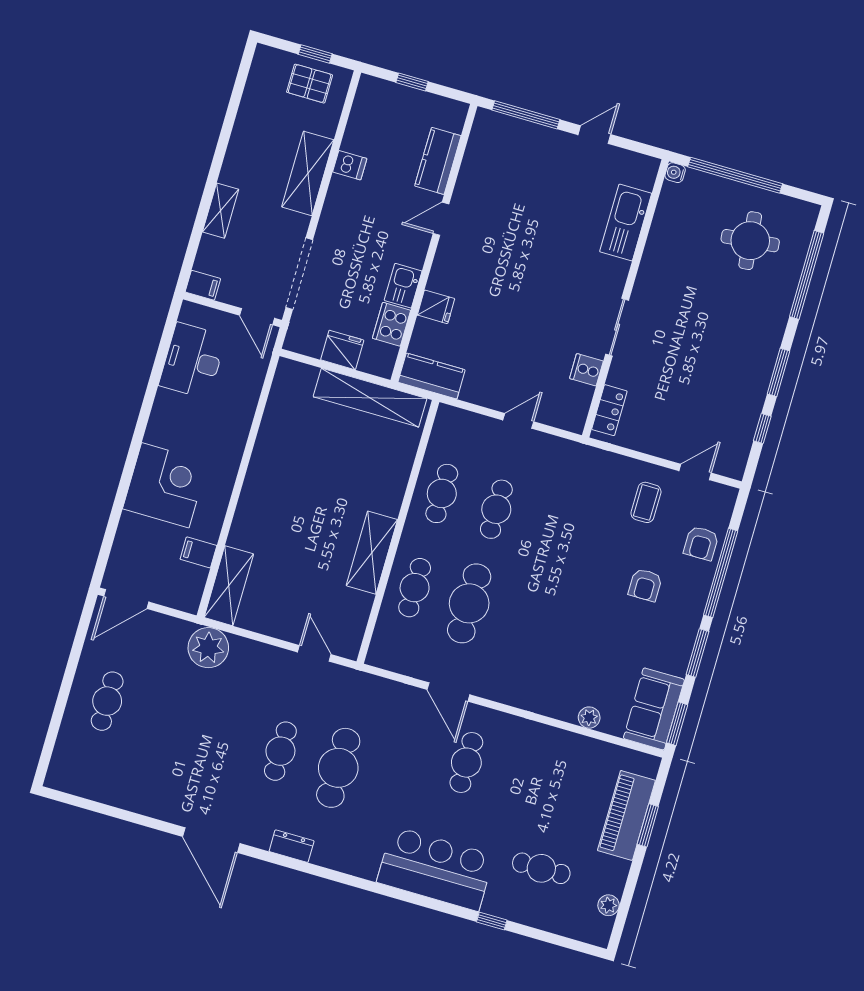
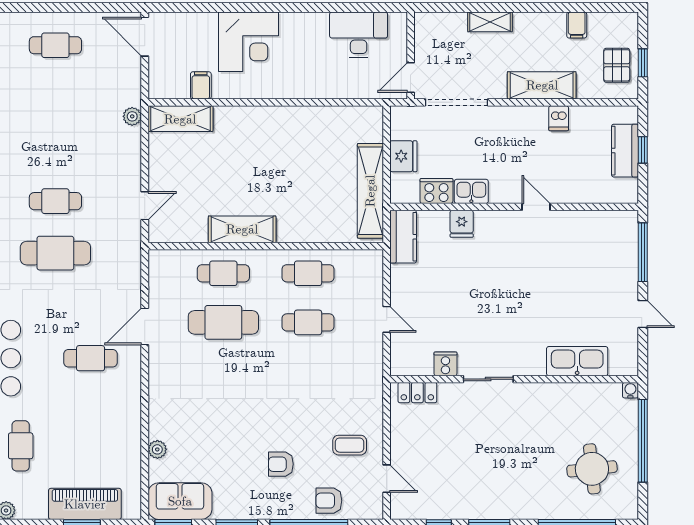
kitchen counter: (438, 161) -> (625, 151), moved, turned -90
filing cabinet: (203, 285) -> (577, 25), moved
plant: (208, 648) -> (132, 116), width x0.53, depth x0.53

